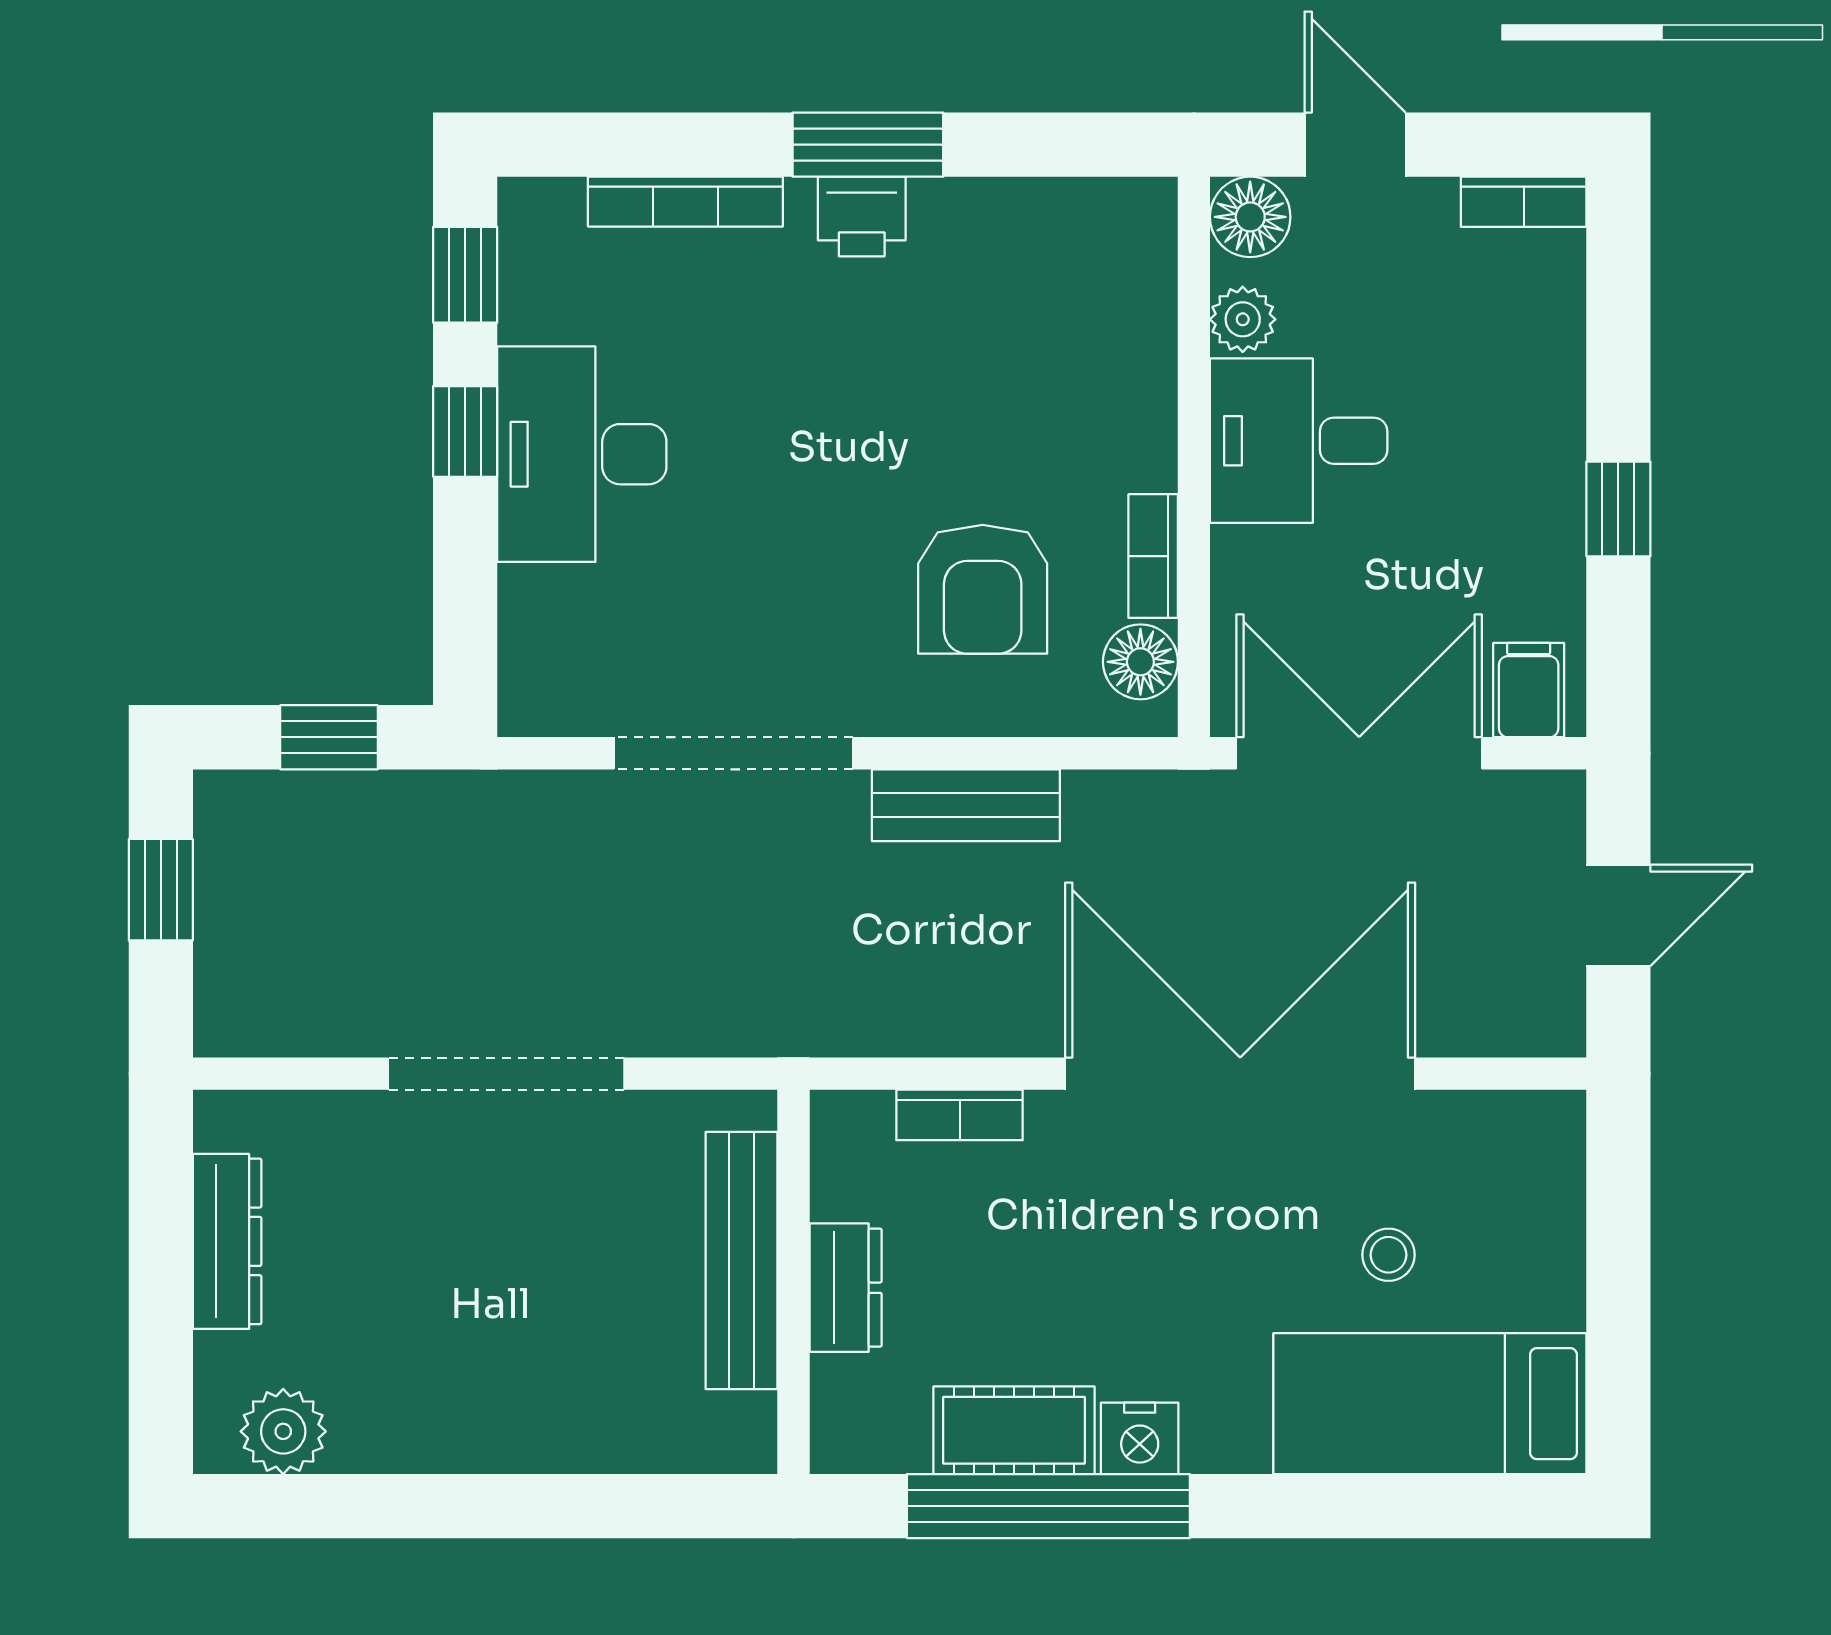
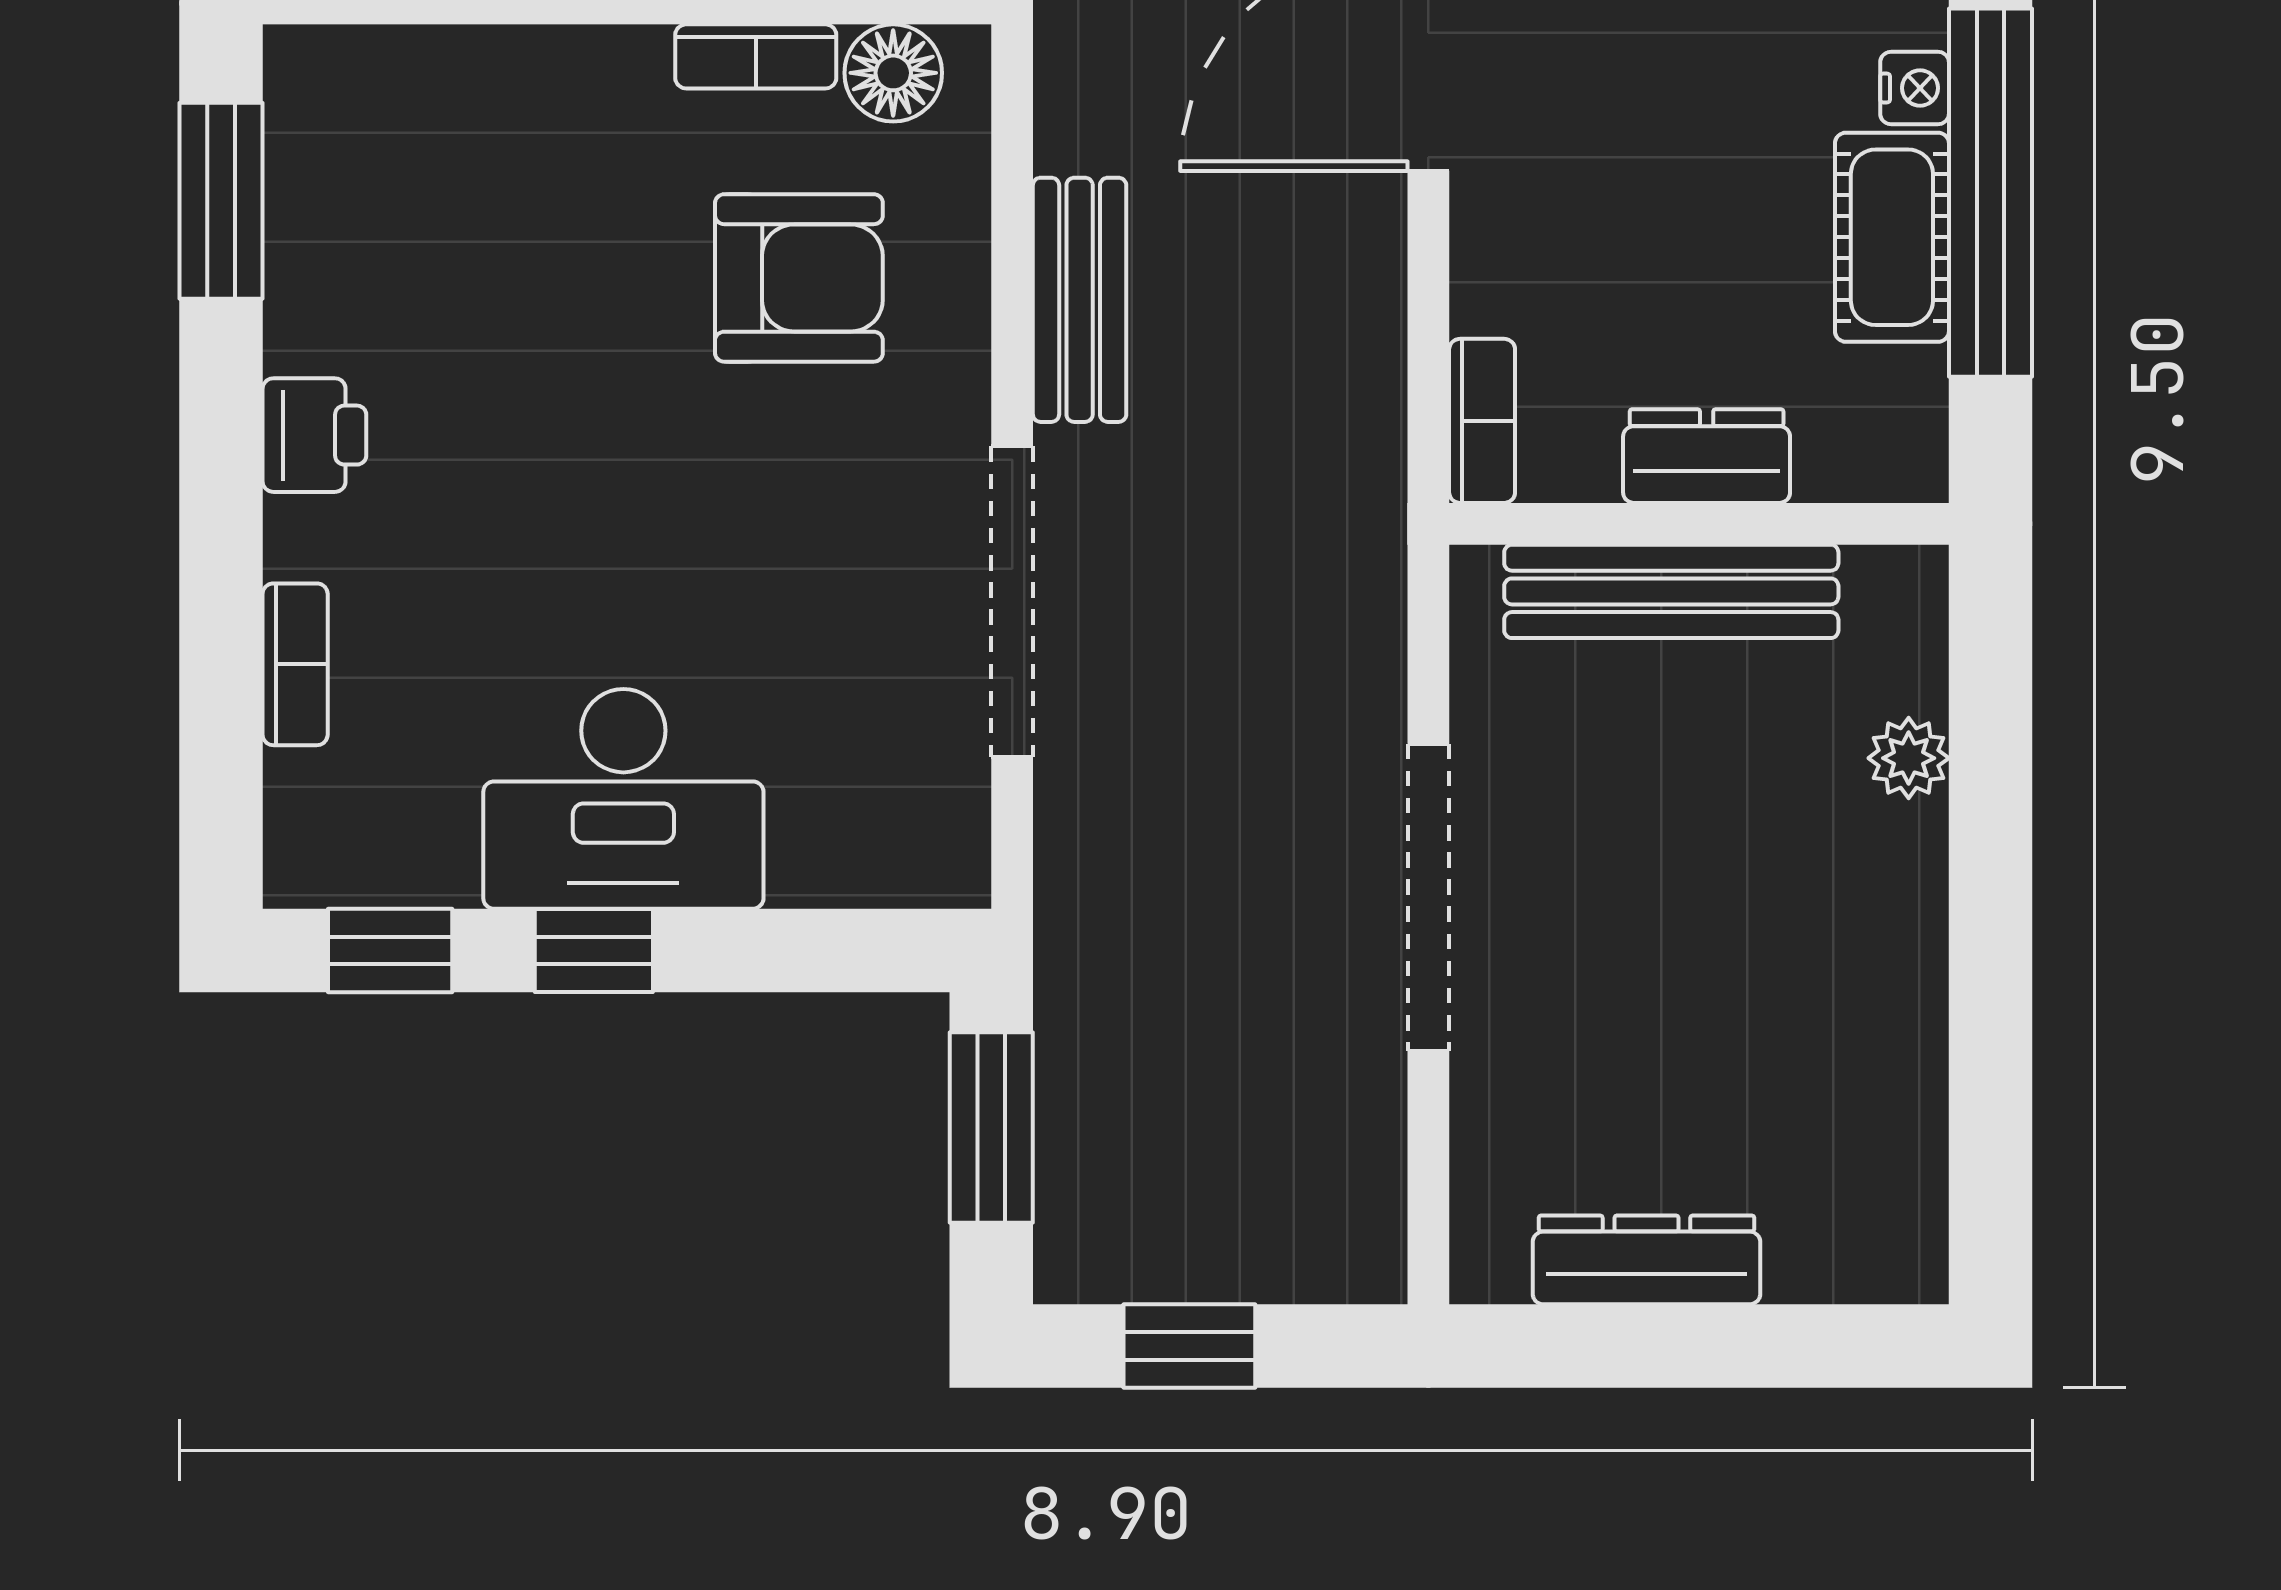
window: (868, 145) -> (221, 201), moved
bookcase: (685, 202) -> (295, 664), width x0.64
window: (329, 737) -> (991, 1127), width x1.50
bookcase: (960, 1115) -> (1482, 421), moved
plant: (283, 1431) -> (1909, 758), moved, width x0.73, depth x0.73
nightstand: (1140, 1438) -> (1915, 88), width x0.72, depth x0.74

